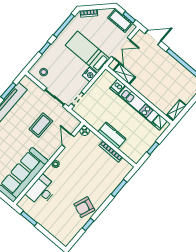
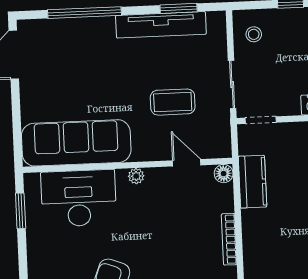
kitchen counter: (112, 135) -> (252, 182), moved
door: (68, 141) -> (187, 163), hinge flipped
desk: (42, 191) -> (79, 198), width x1.36, depth x1.30

